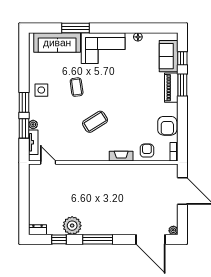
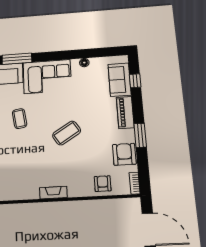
window: (182, 85) -> (140, 135), moved
coffee table: (95, 122) -> (67, 133), moved
armchair: (167, 126) -> (124, 154), turned 180
fireplace: (121, 156) -> (53, 193), moved

